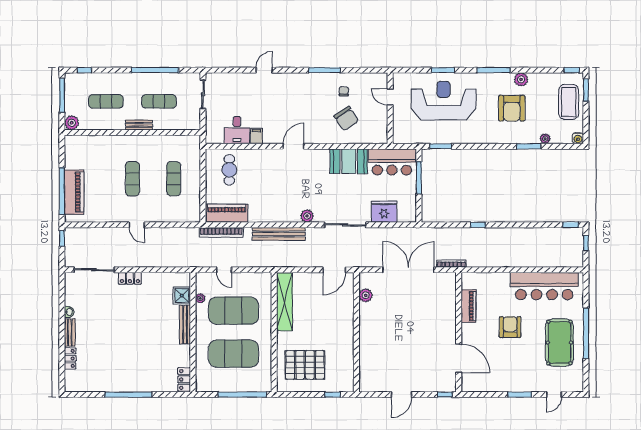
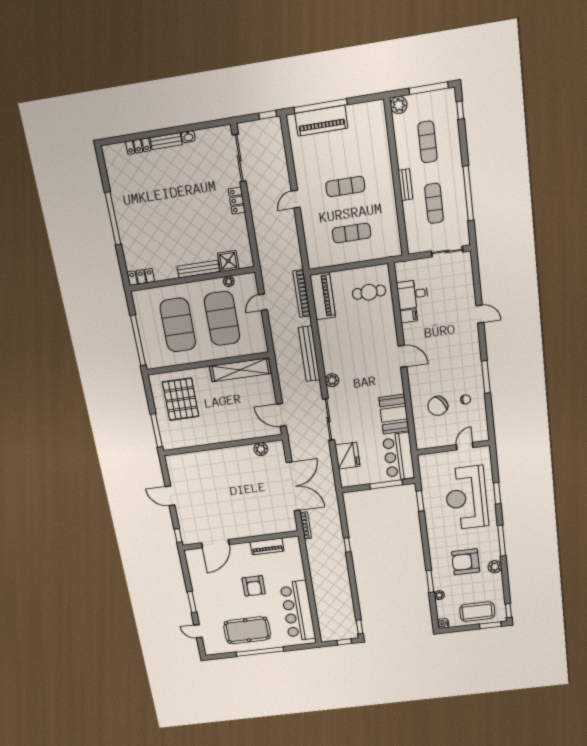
reception desk: (444, 101) -> (466, 498), turned 180
armchair: (510, 327) -> (254, 586), turned 90
window: (333, 395) -> (157, 430), width x2.17

